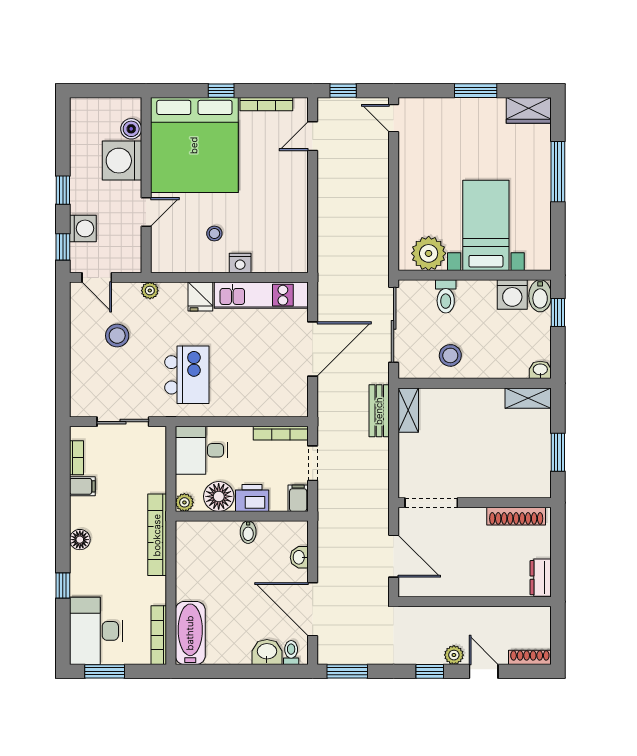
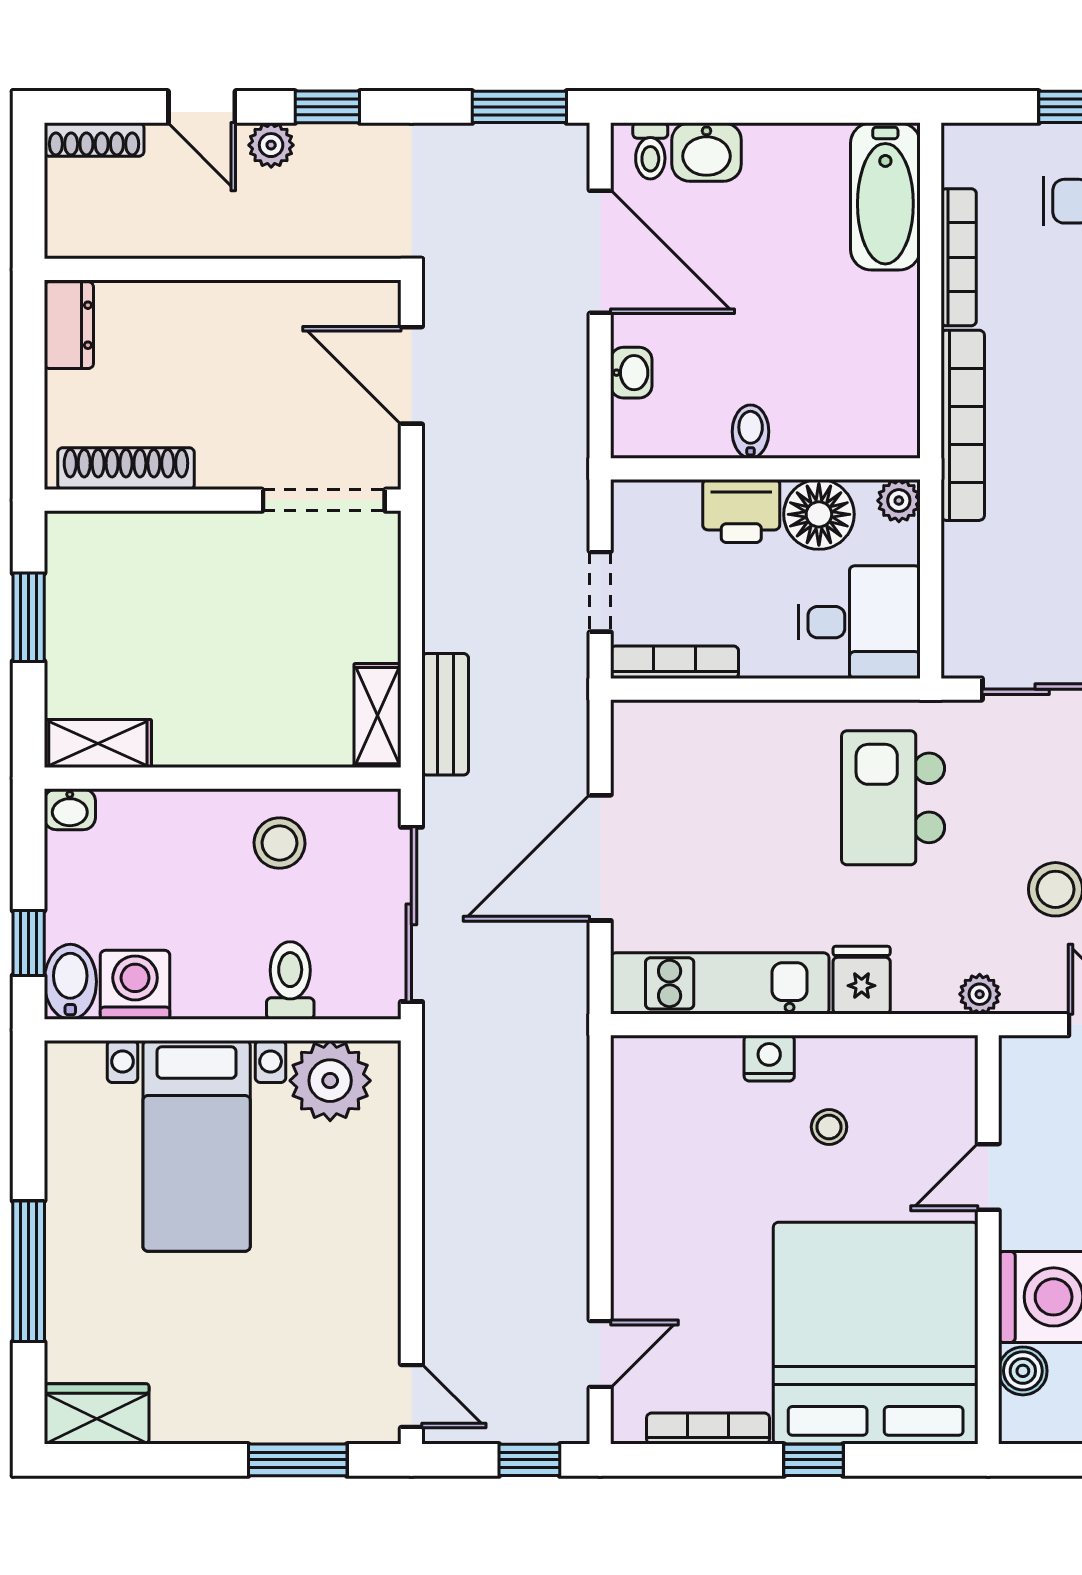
window: (476, 91) -> (298, 1460), moved
filing cabinet: (298, 498) -> (634, 510), removed
bookcase: (159, 635) -> (959, 257), moved

